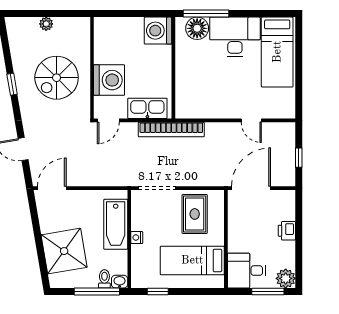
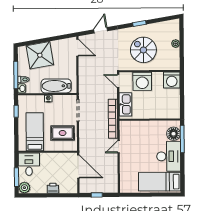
washing machine: (158, 31) -> (172, 80), moved, turned 180
door: (251, 120) -> (119, 147), moved

